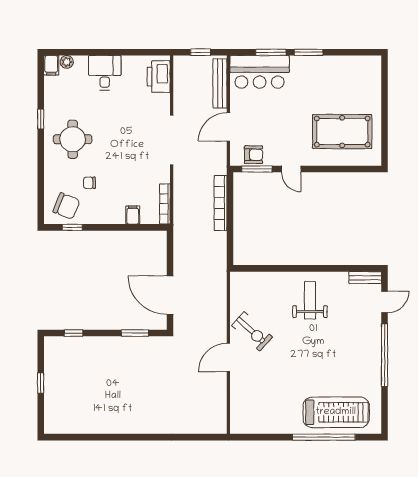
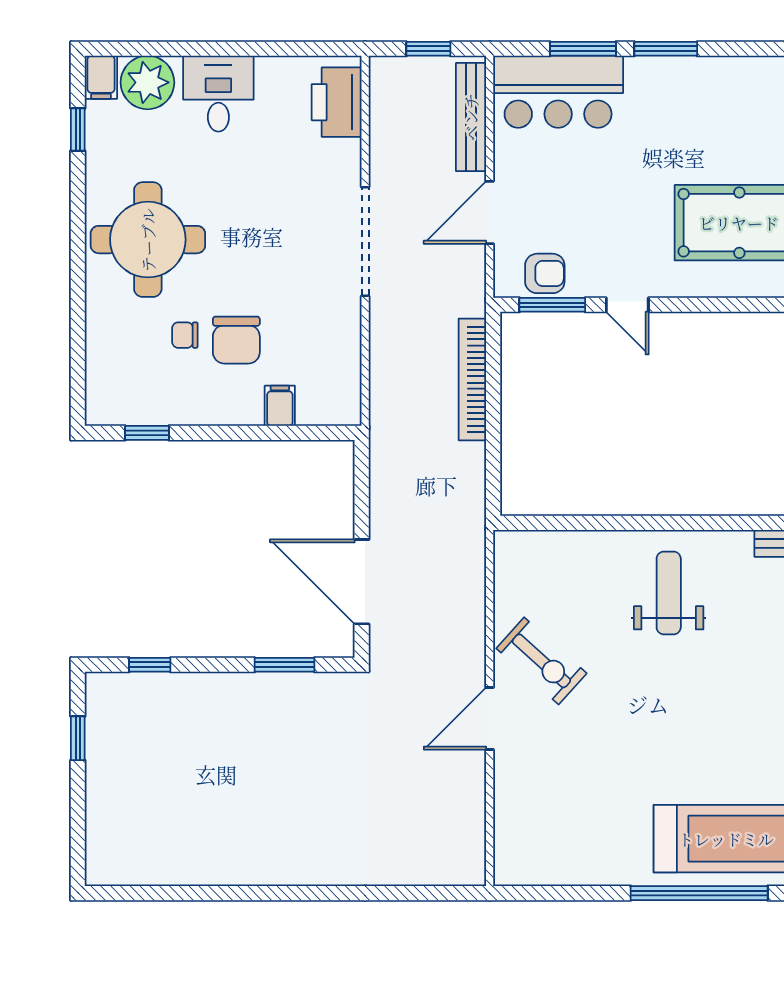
plant: (67, 62) -> (147, 82), width x1.88, depth x1.88
window: (41, 119) -> (78, 130), moved
round table: (73, 139) -> (148, 240), width x1.36, depth x1.36
bookcase: (165, 204) -> (350, 382), removed
chair: (66, 206) -> (236, 340), moved, turned 68
window: (41, 383) -> (78, 738), moved

